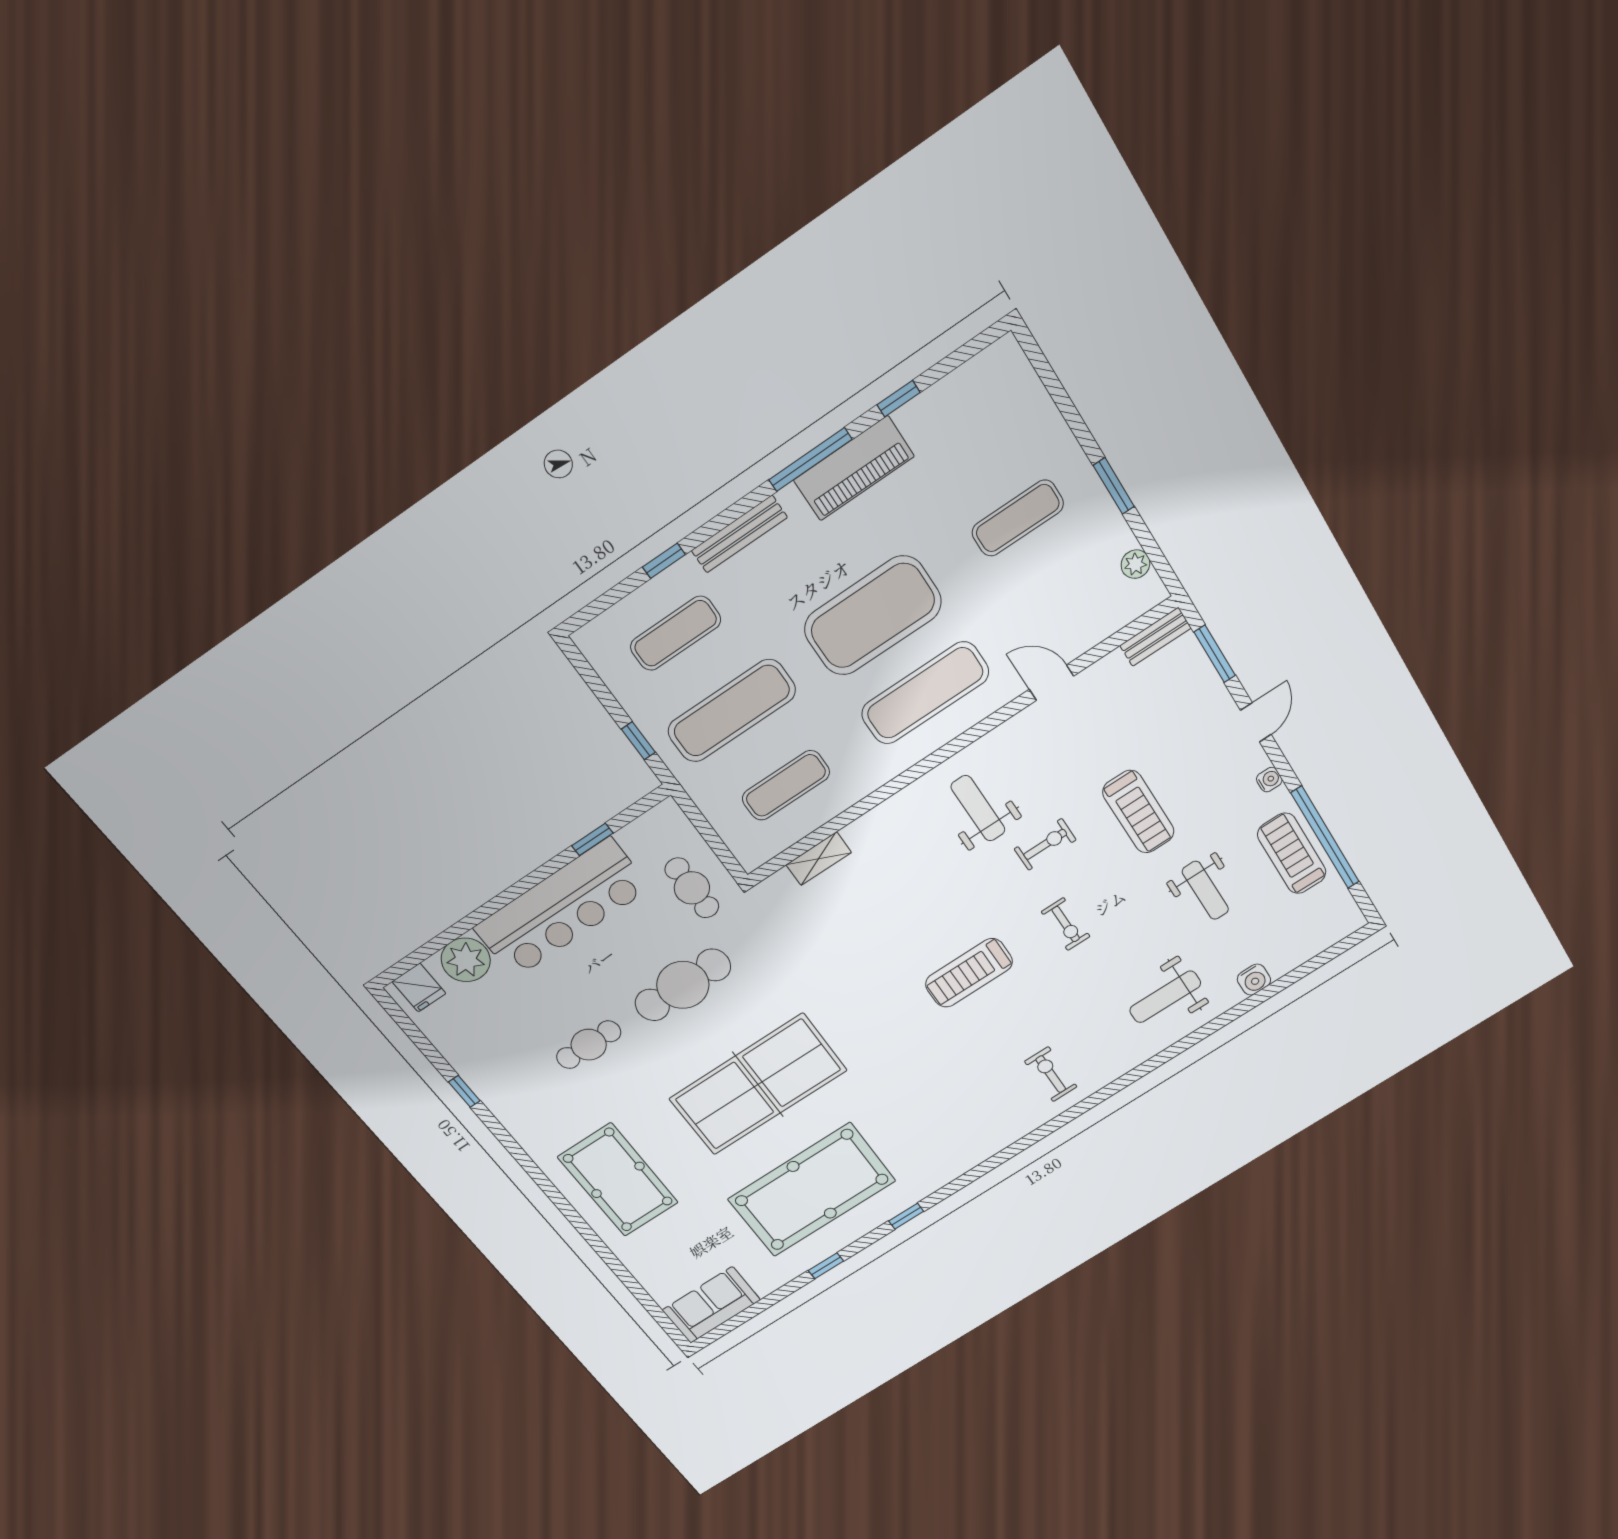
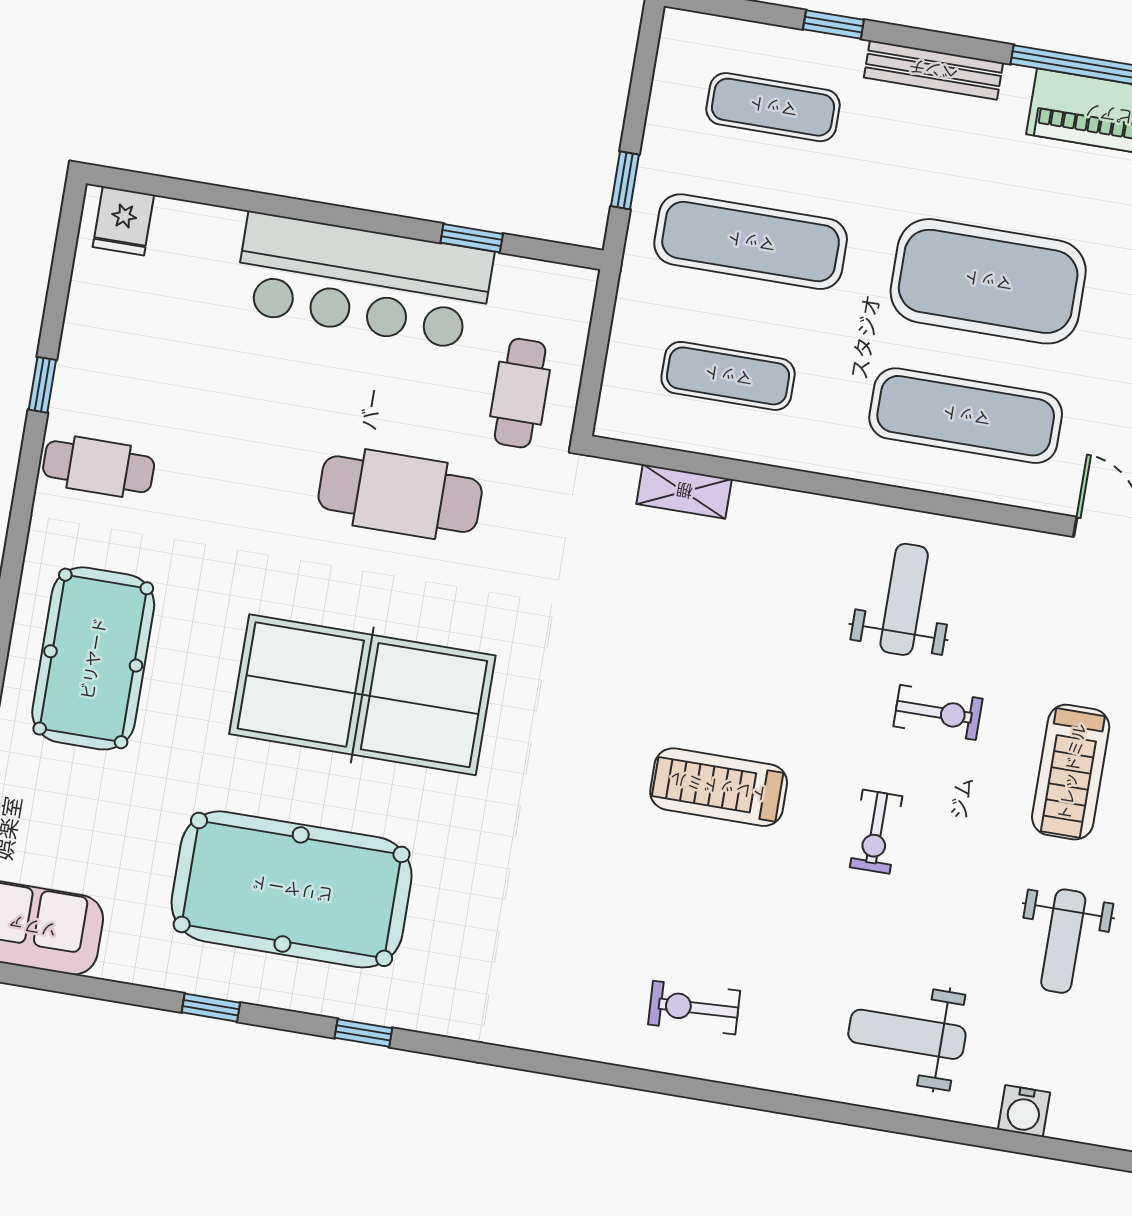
plant: (466, 960) -> (204, 239), removed
cafe table: (589, 1045) -> (99, 467), moved
exercise bike: (1051, 1074) -> (694, 1008), turned -93

